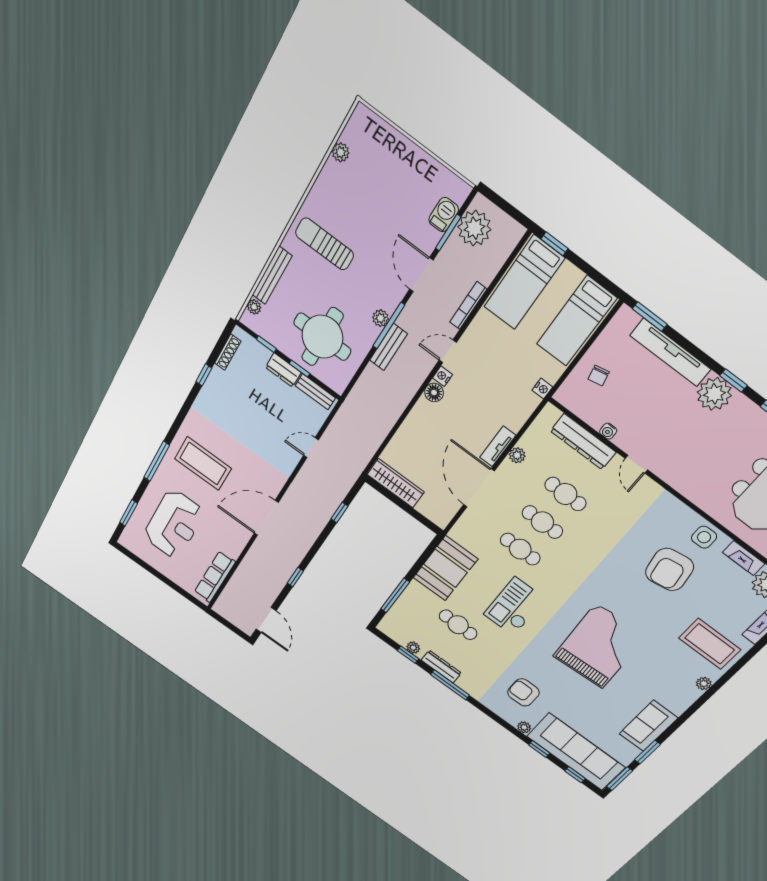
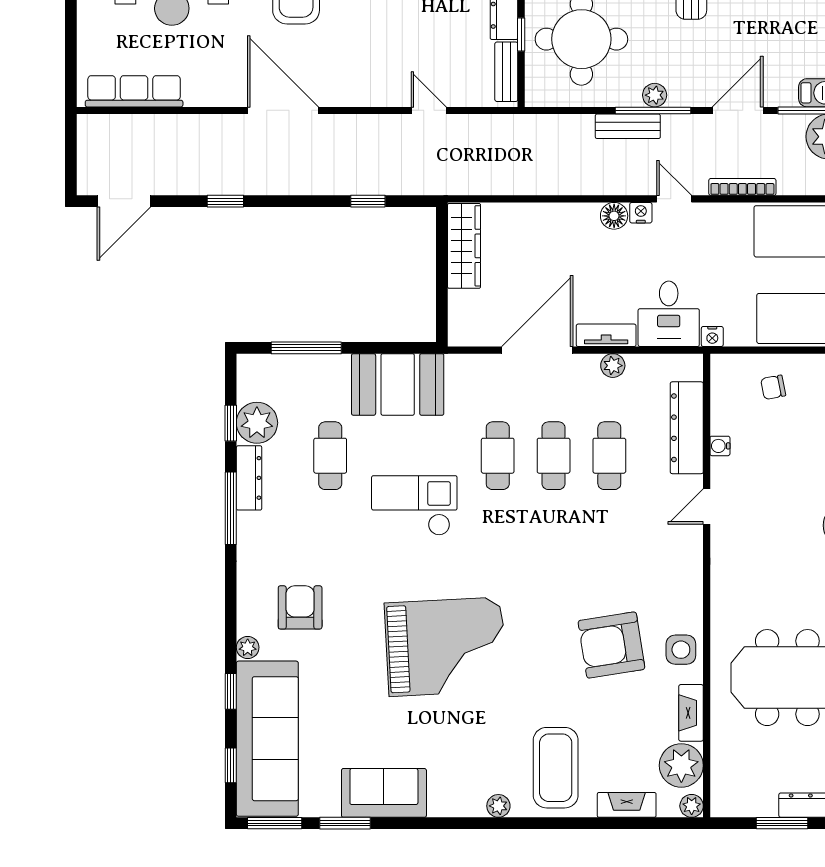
desk: (511, 403) -> (669, 314), added
plant: (413, 648) -> (257, 423), width x1.88, depth x1.88

